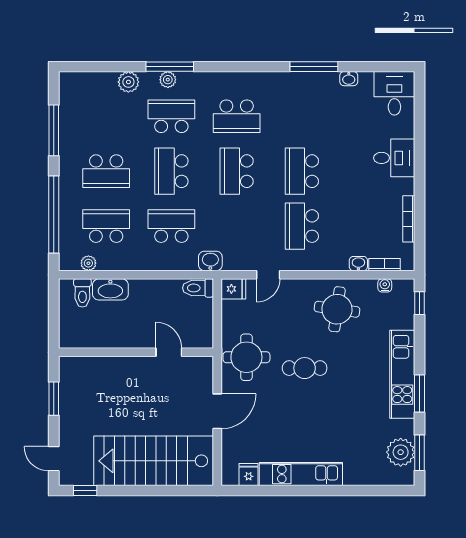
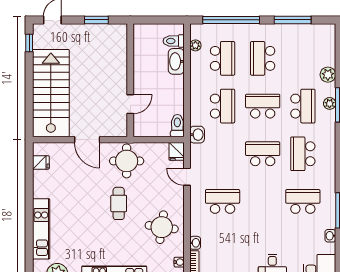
school desk: (302, 171) -> (303, 201), moved
kitchen unit: (301, 474) -> (41, 229), moved

